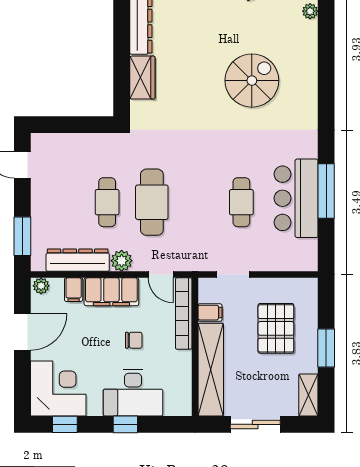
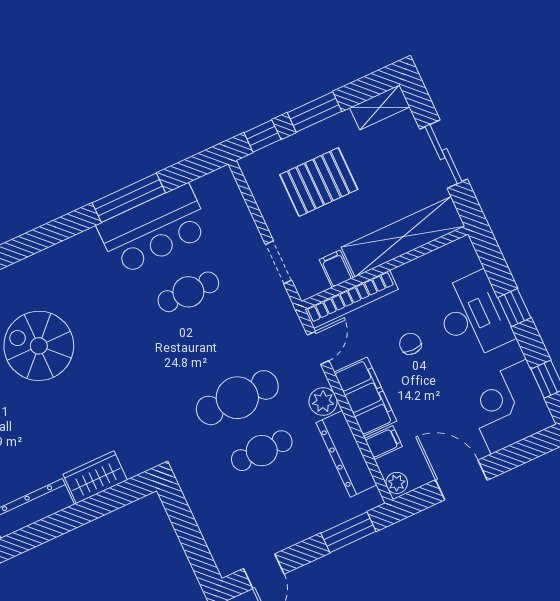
window: (326, 304) -> (262, 136), added

